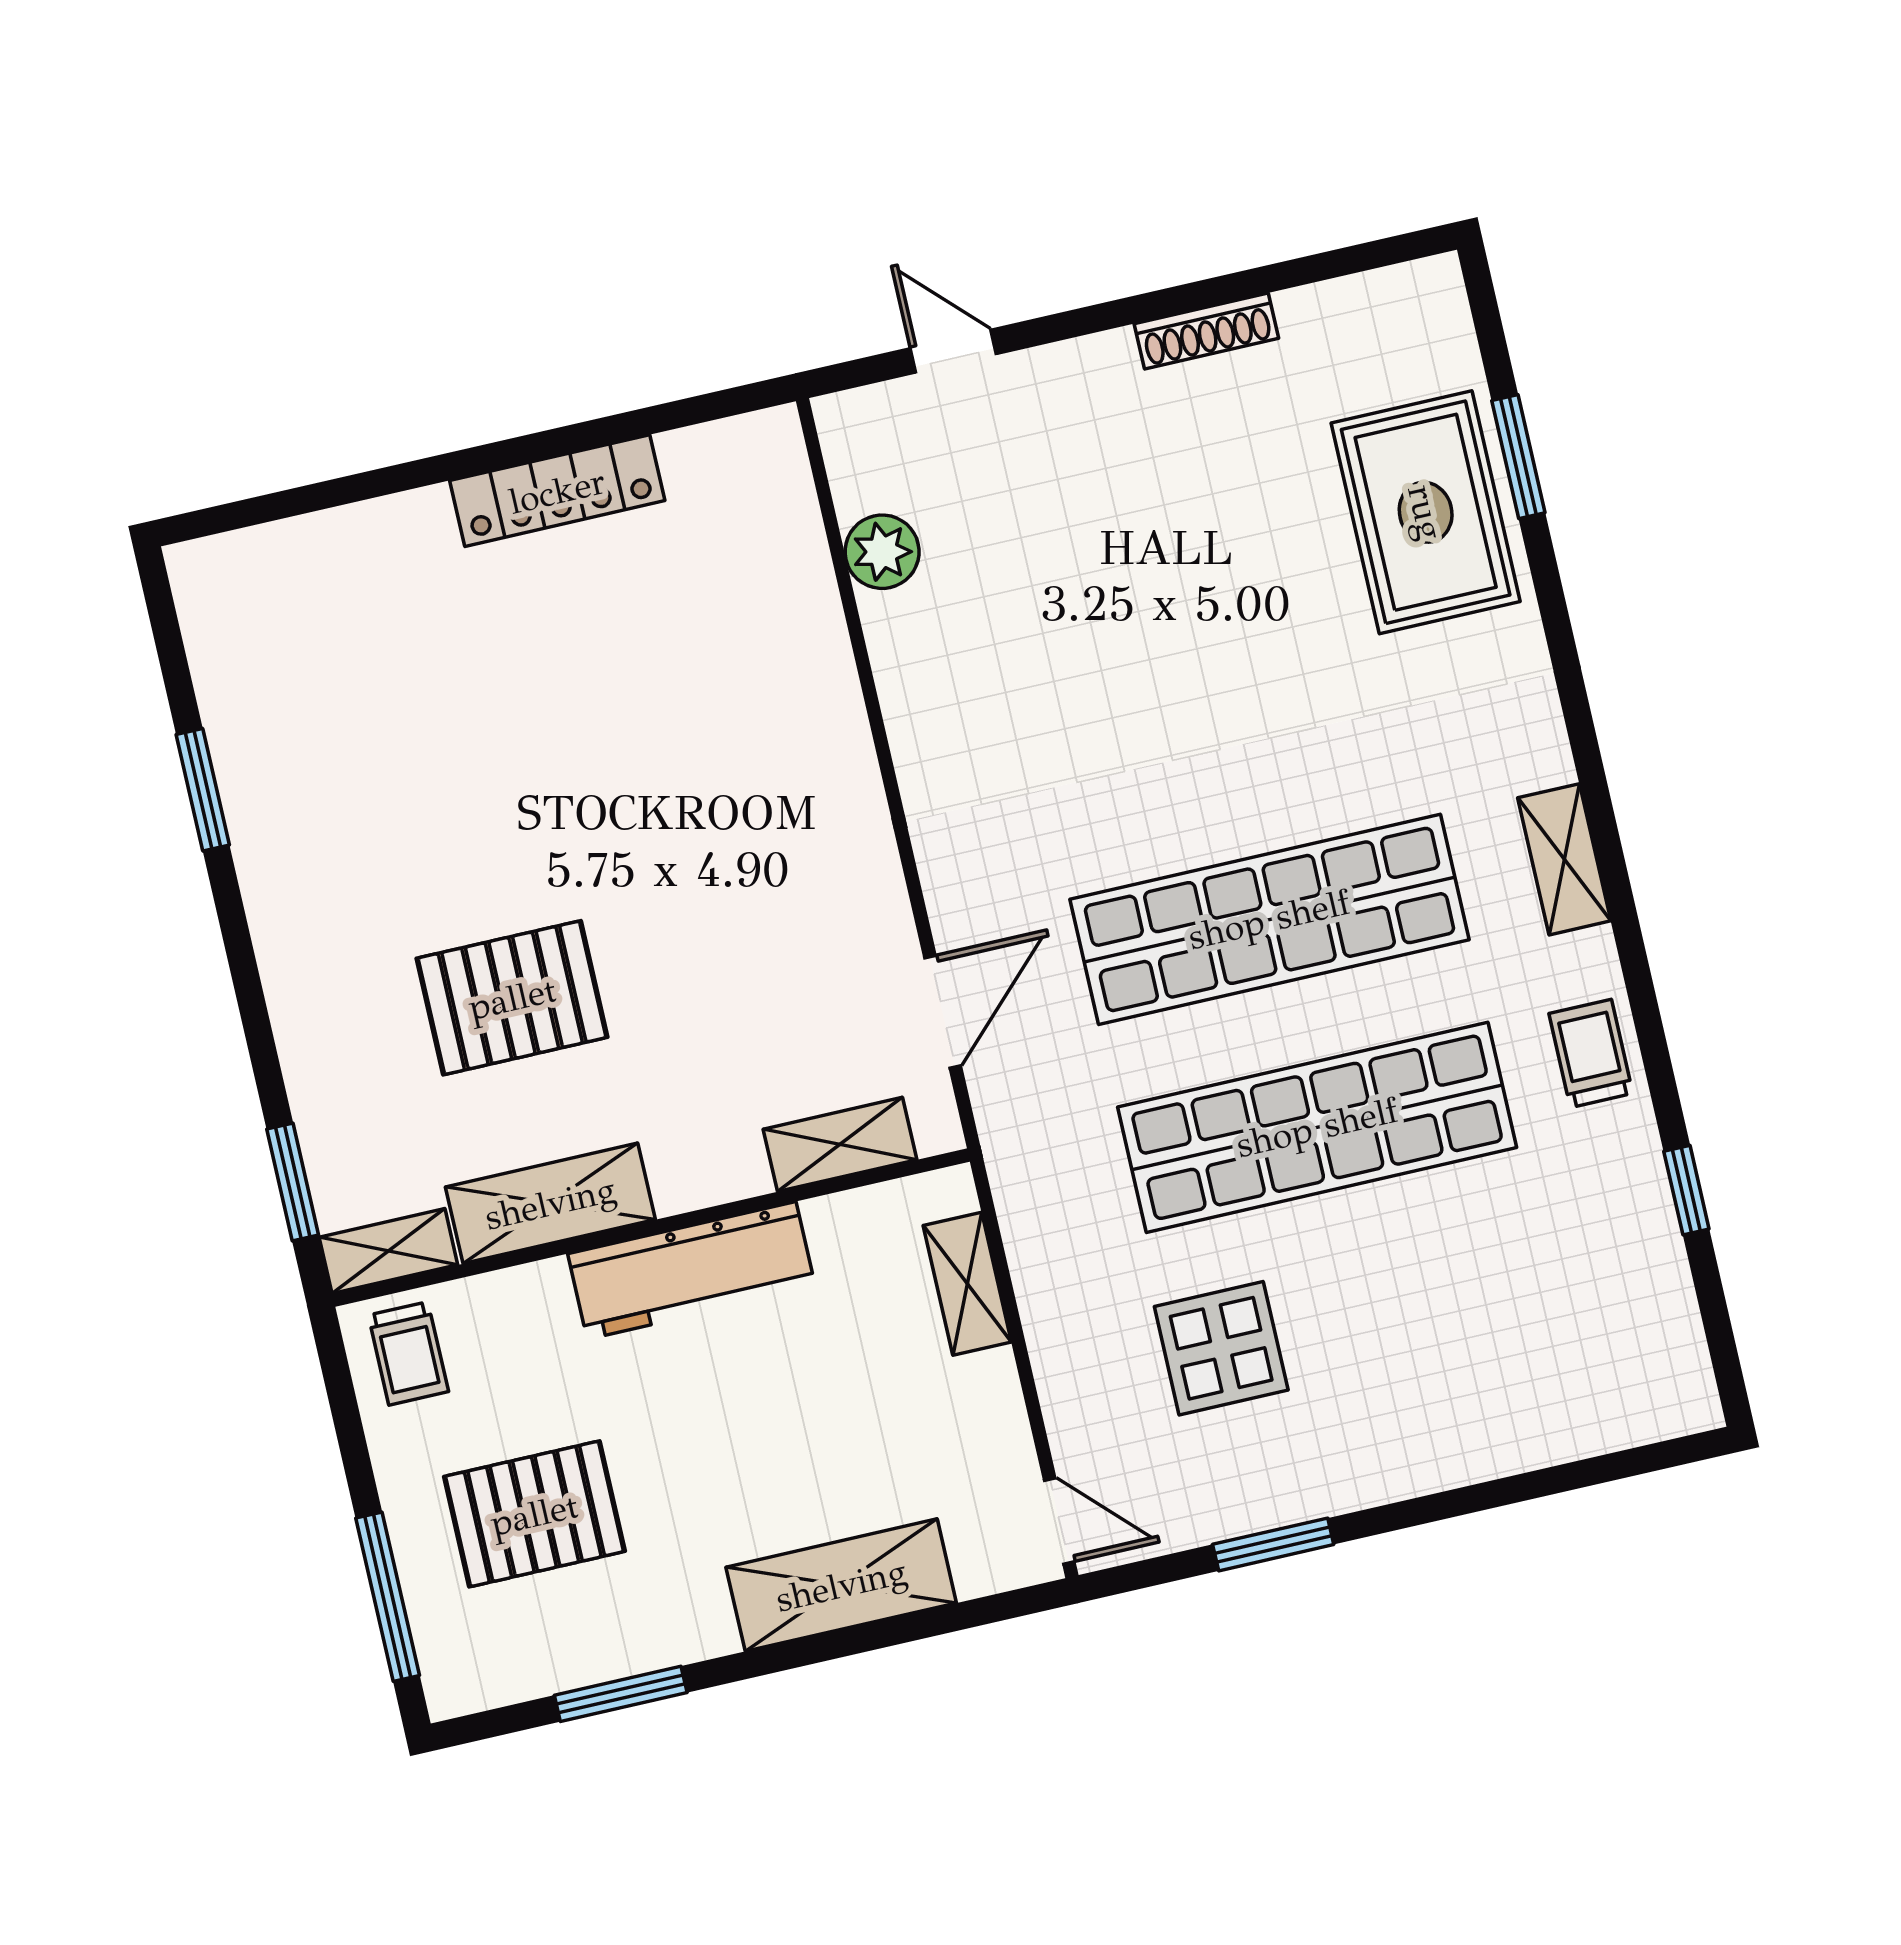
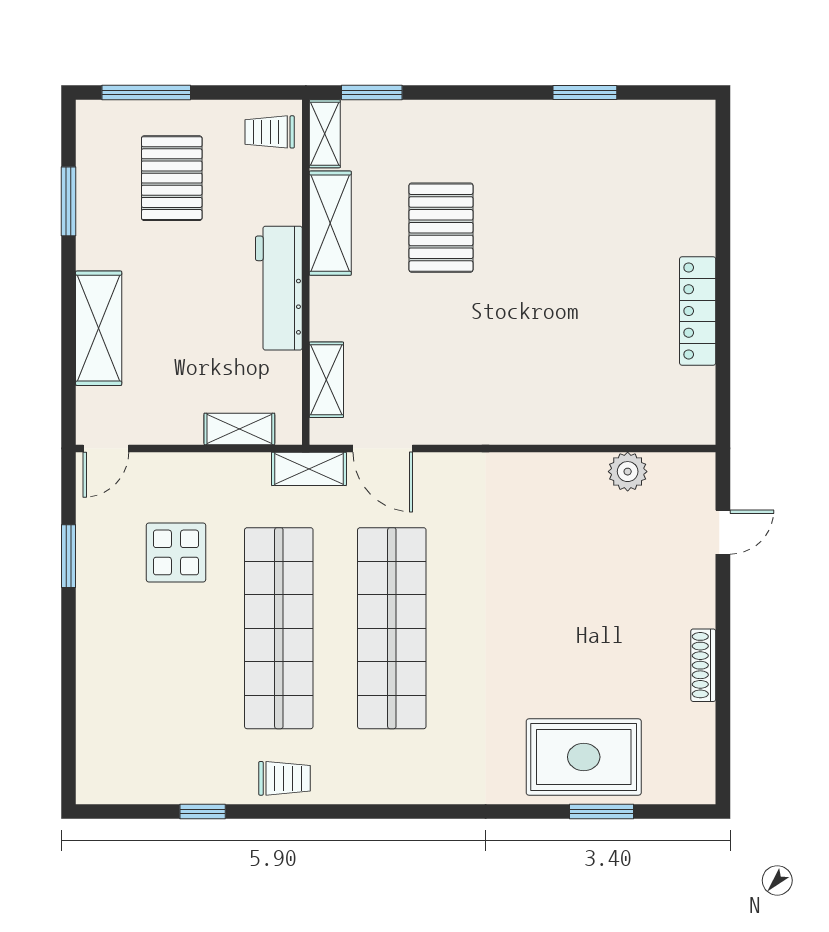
shelving: (1564, 859) -> (309, 469), moved

